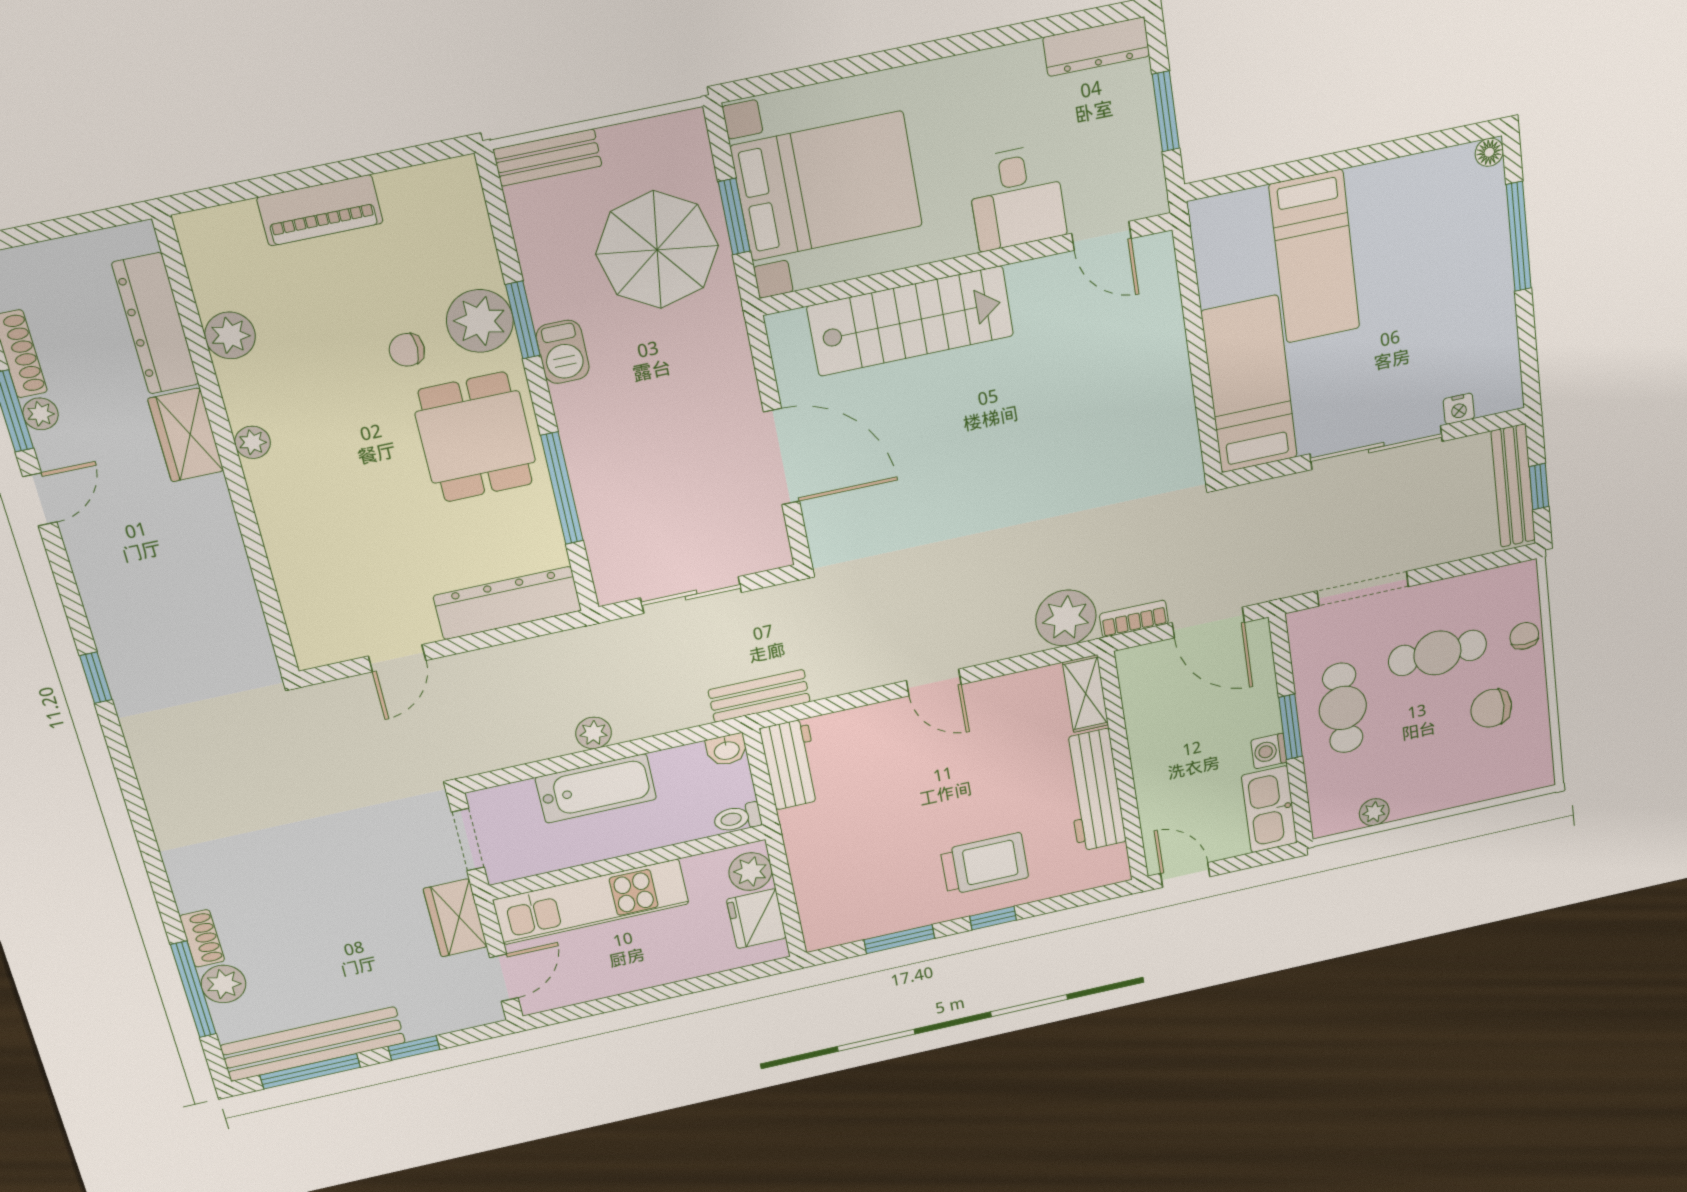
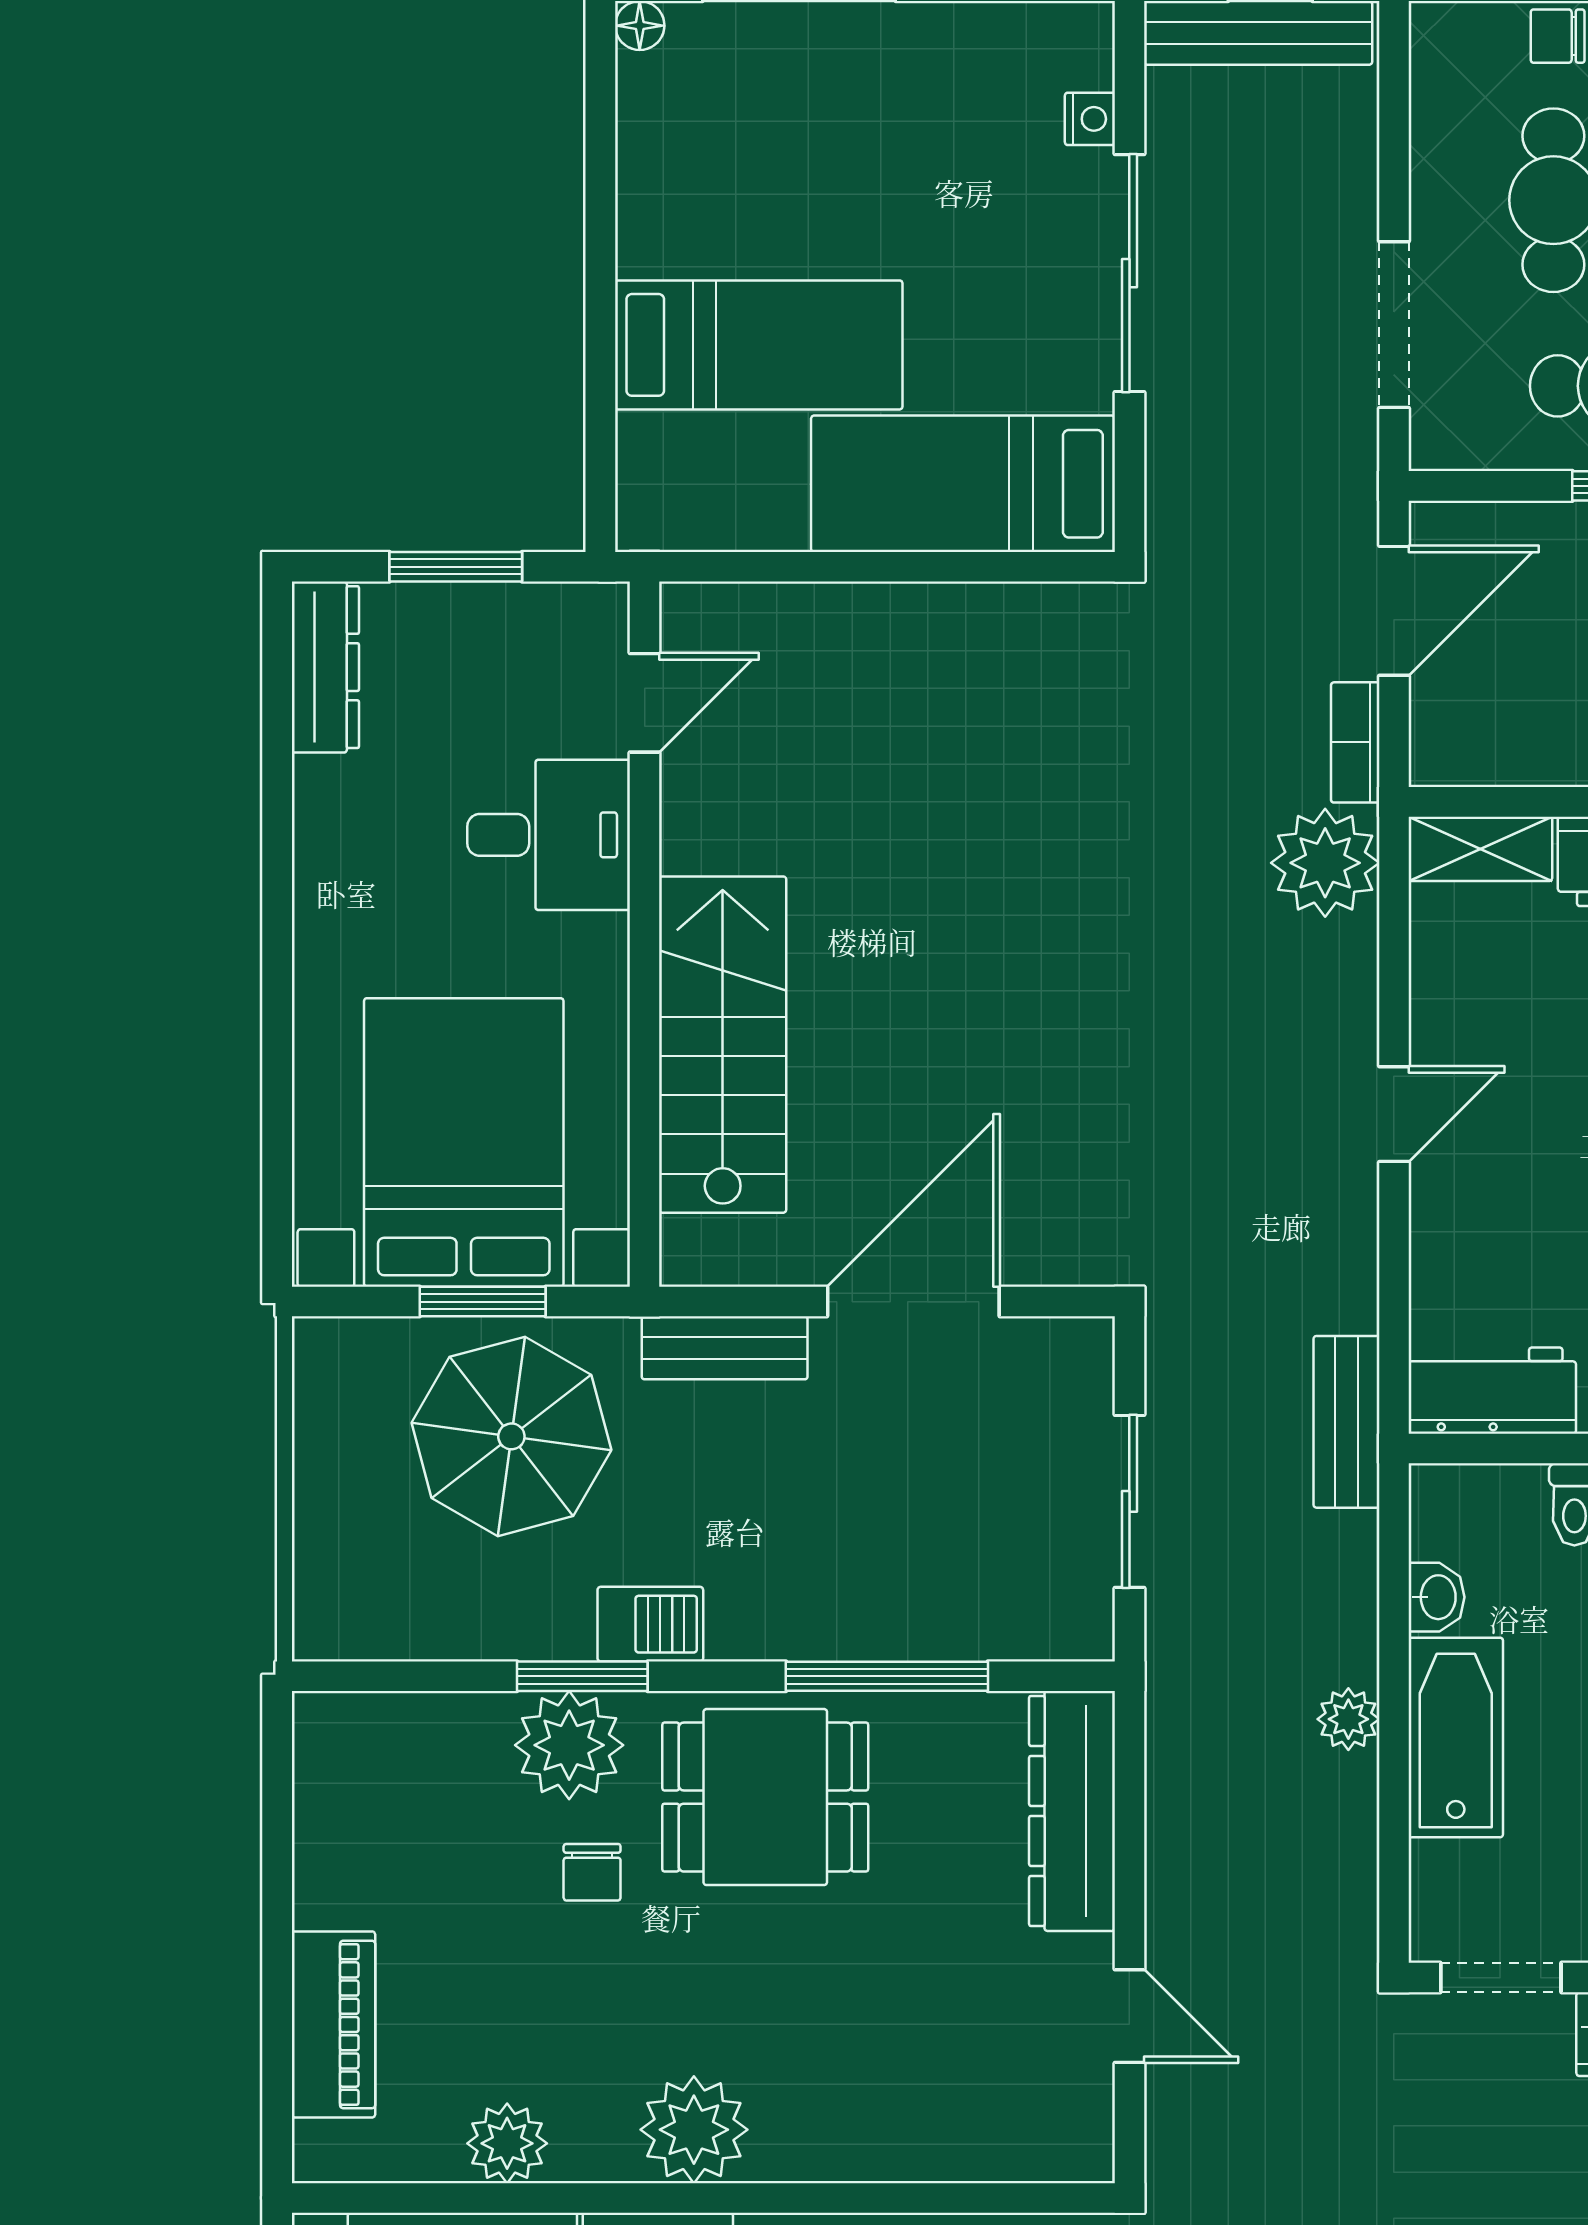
bench: (547, 158) -> (725, 1348), moved, turned 90
piano: (320, 210) -> (333, 2024), moved
plant: (253, 442) -> (694, 2130), width x1.88, depth x1.88
washbasin: (727, 750) -> (1437, 1597), moved

